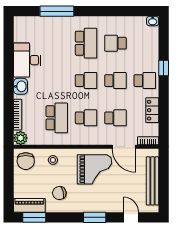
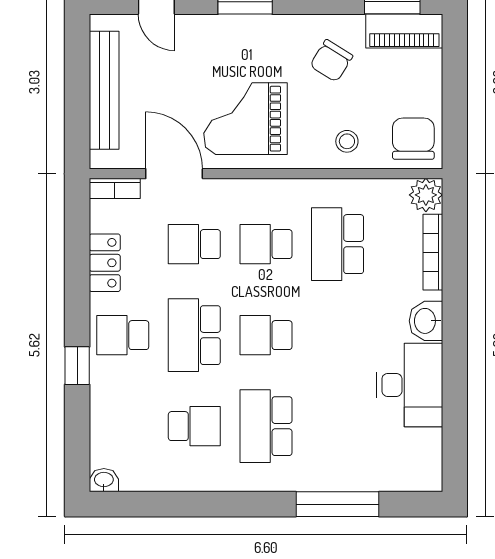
school desk: (115, 81) -> (194, 335), width x1.85
chair: (59, 193) -> (331, 61), turned 134

